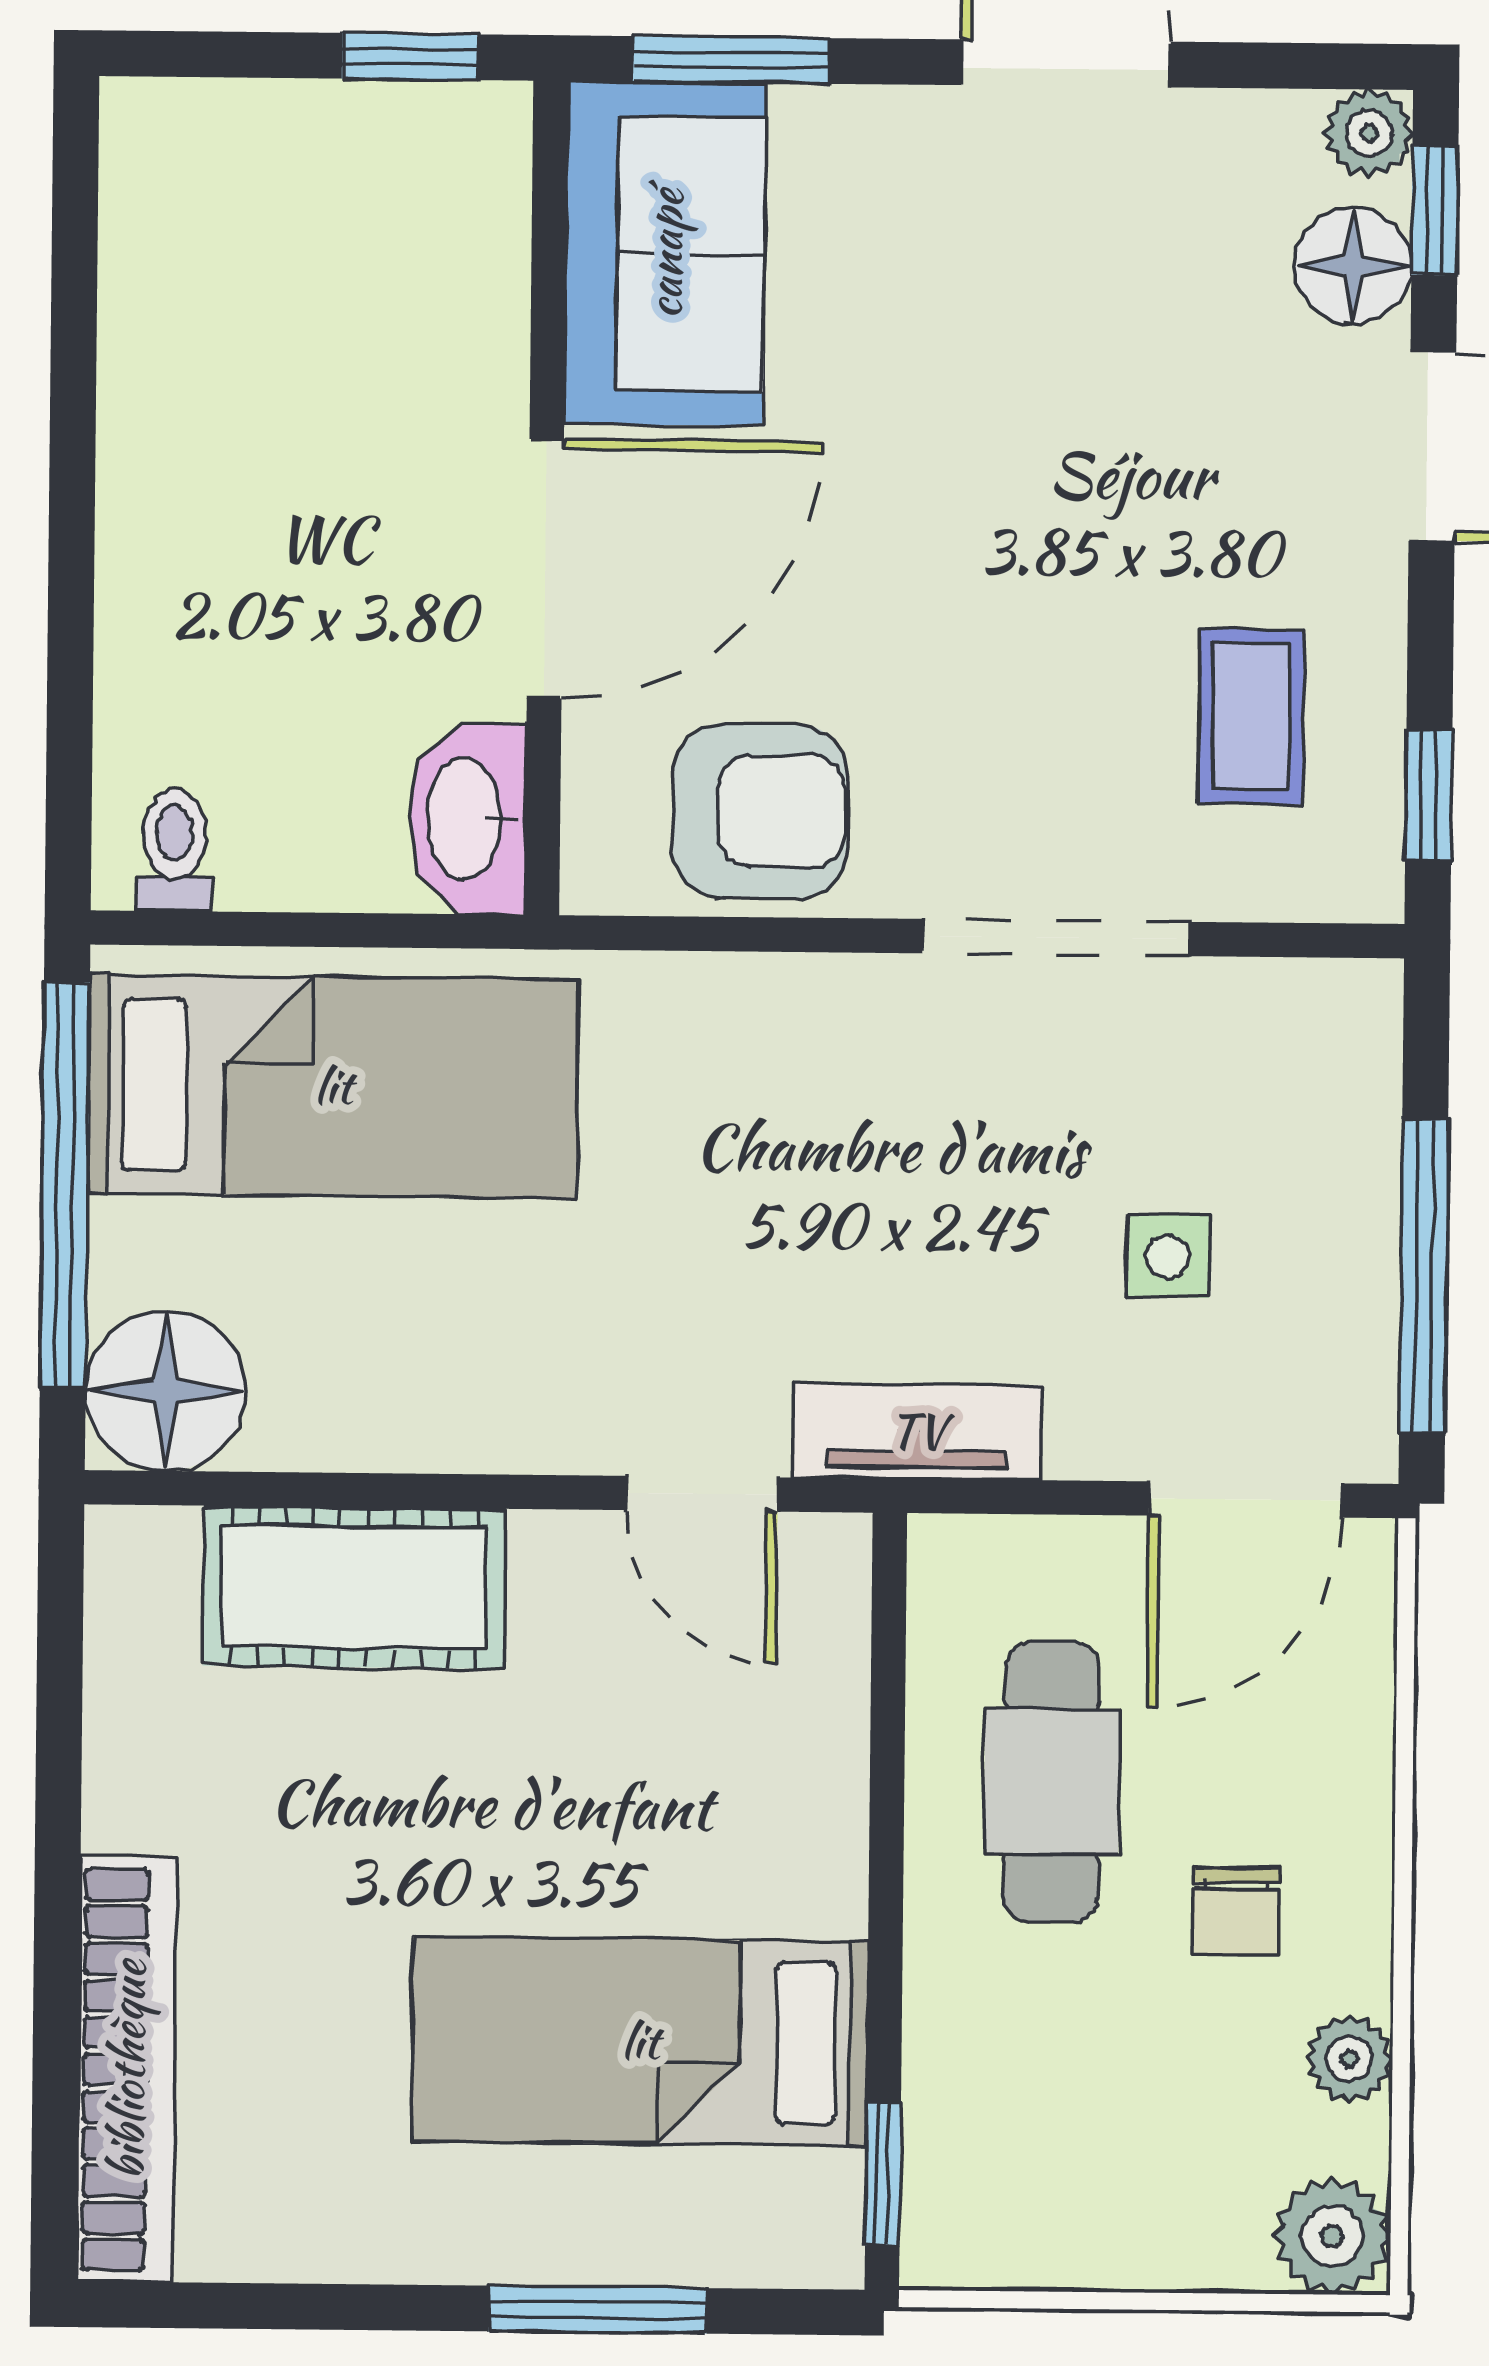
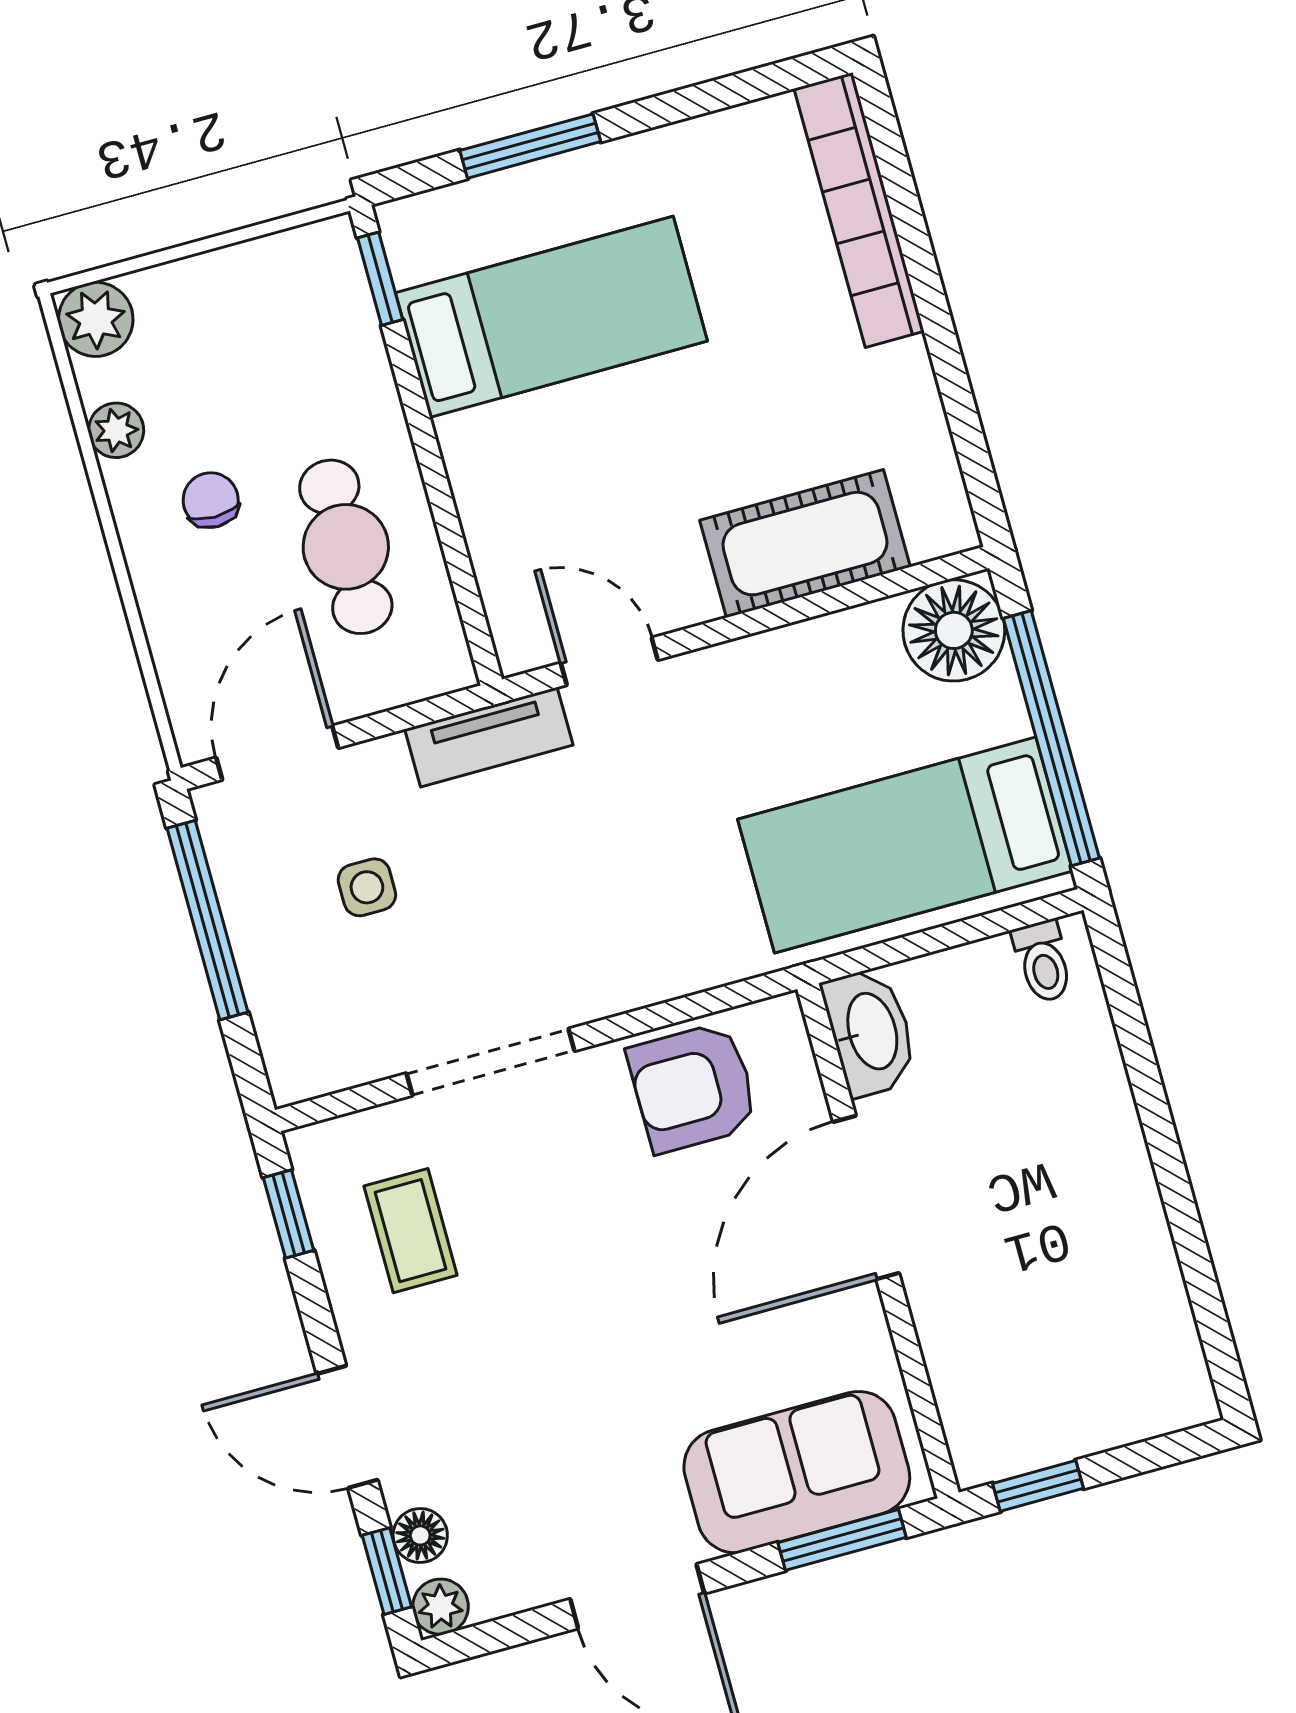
sofa: (665, 254) -> (797, 1472), moved, turned 90
floor lamp: (1353, 266) -> (420, 1535), width x0.73, depth x0.73

